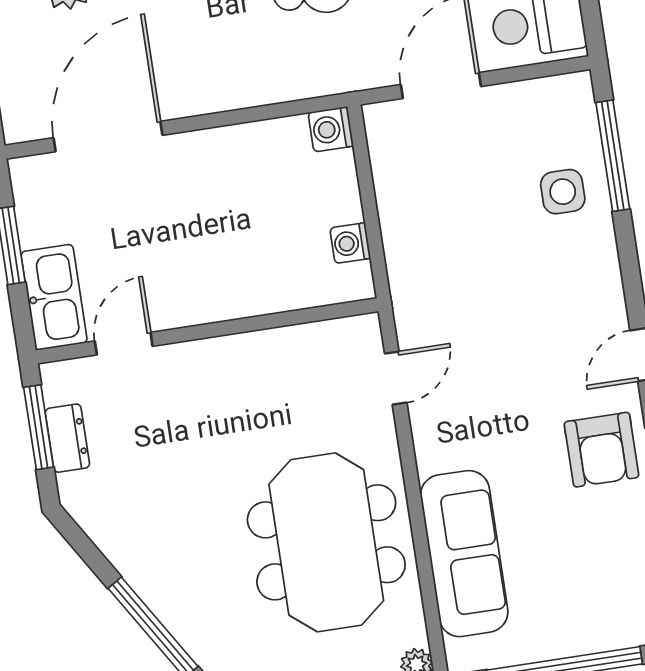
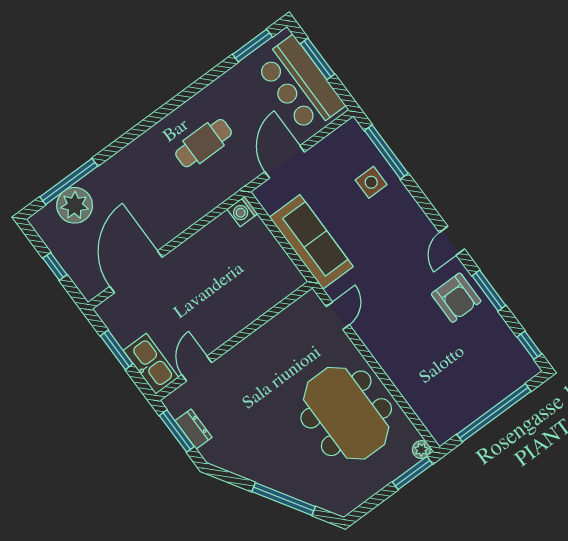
washing machine: (350, 243) -> (281, 262), removed
sofa: (464, 554) -> (311, 242), moved

